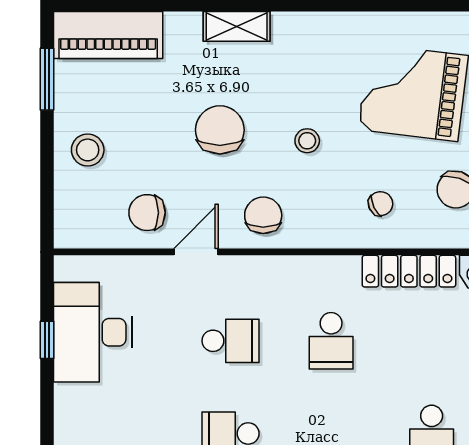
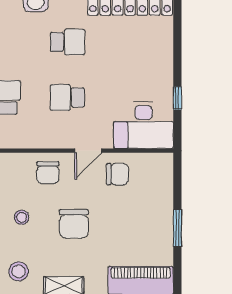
window: (47, 79) -> (177, 228), moved
stool: (88, 150) -> (19, 271), moved
desk: (93, 332) -> (143, 125), moved, turned 90

